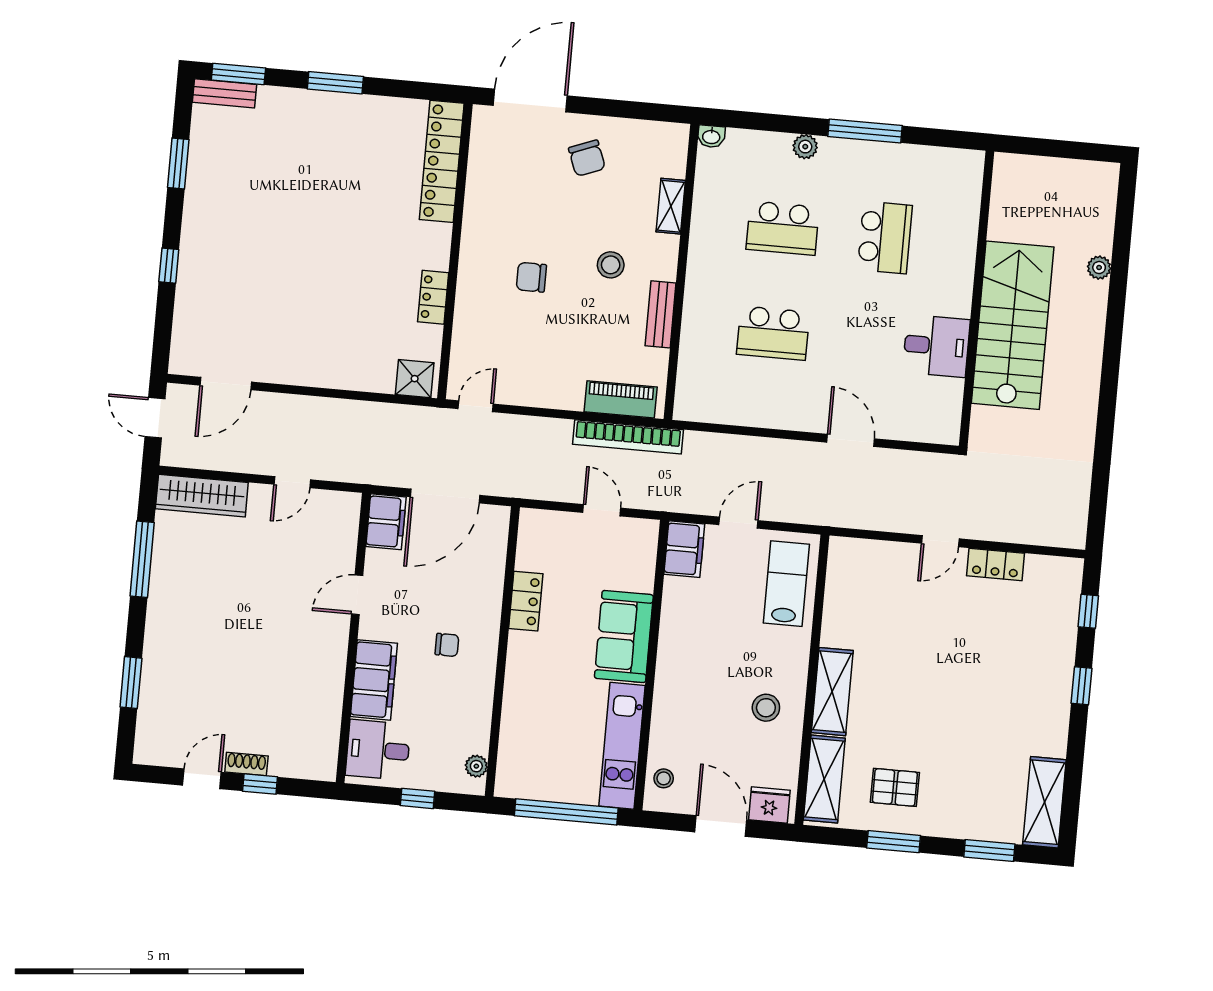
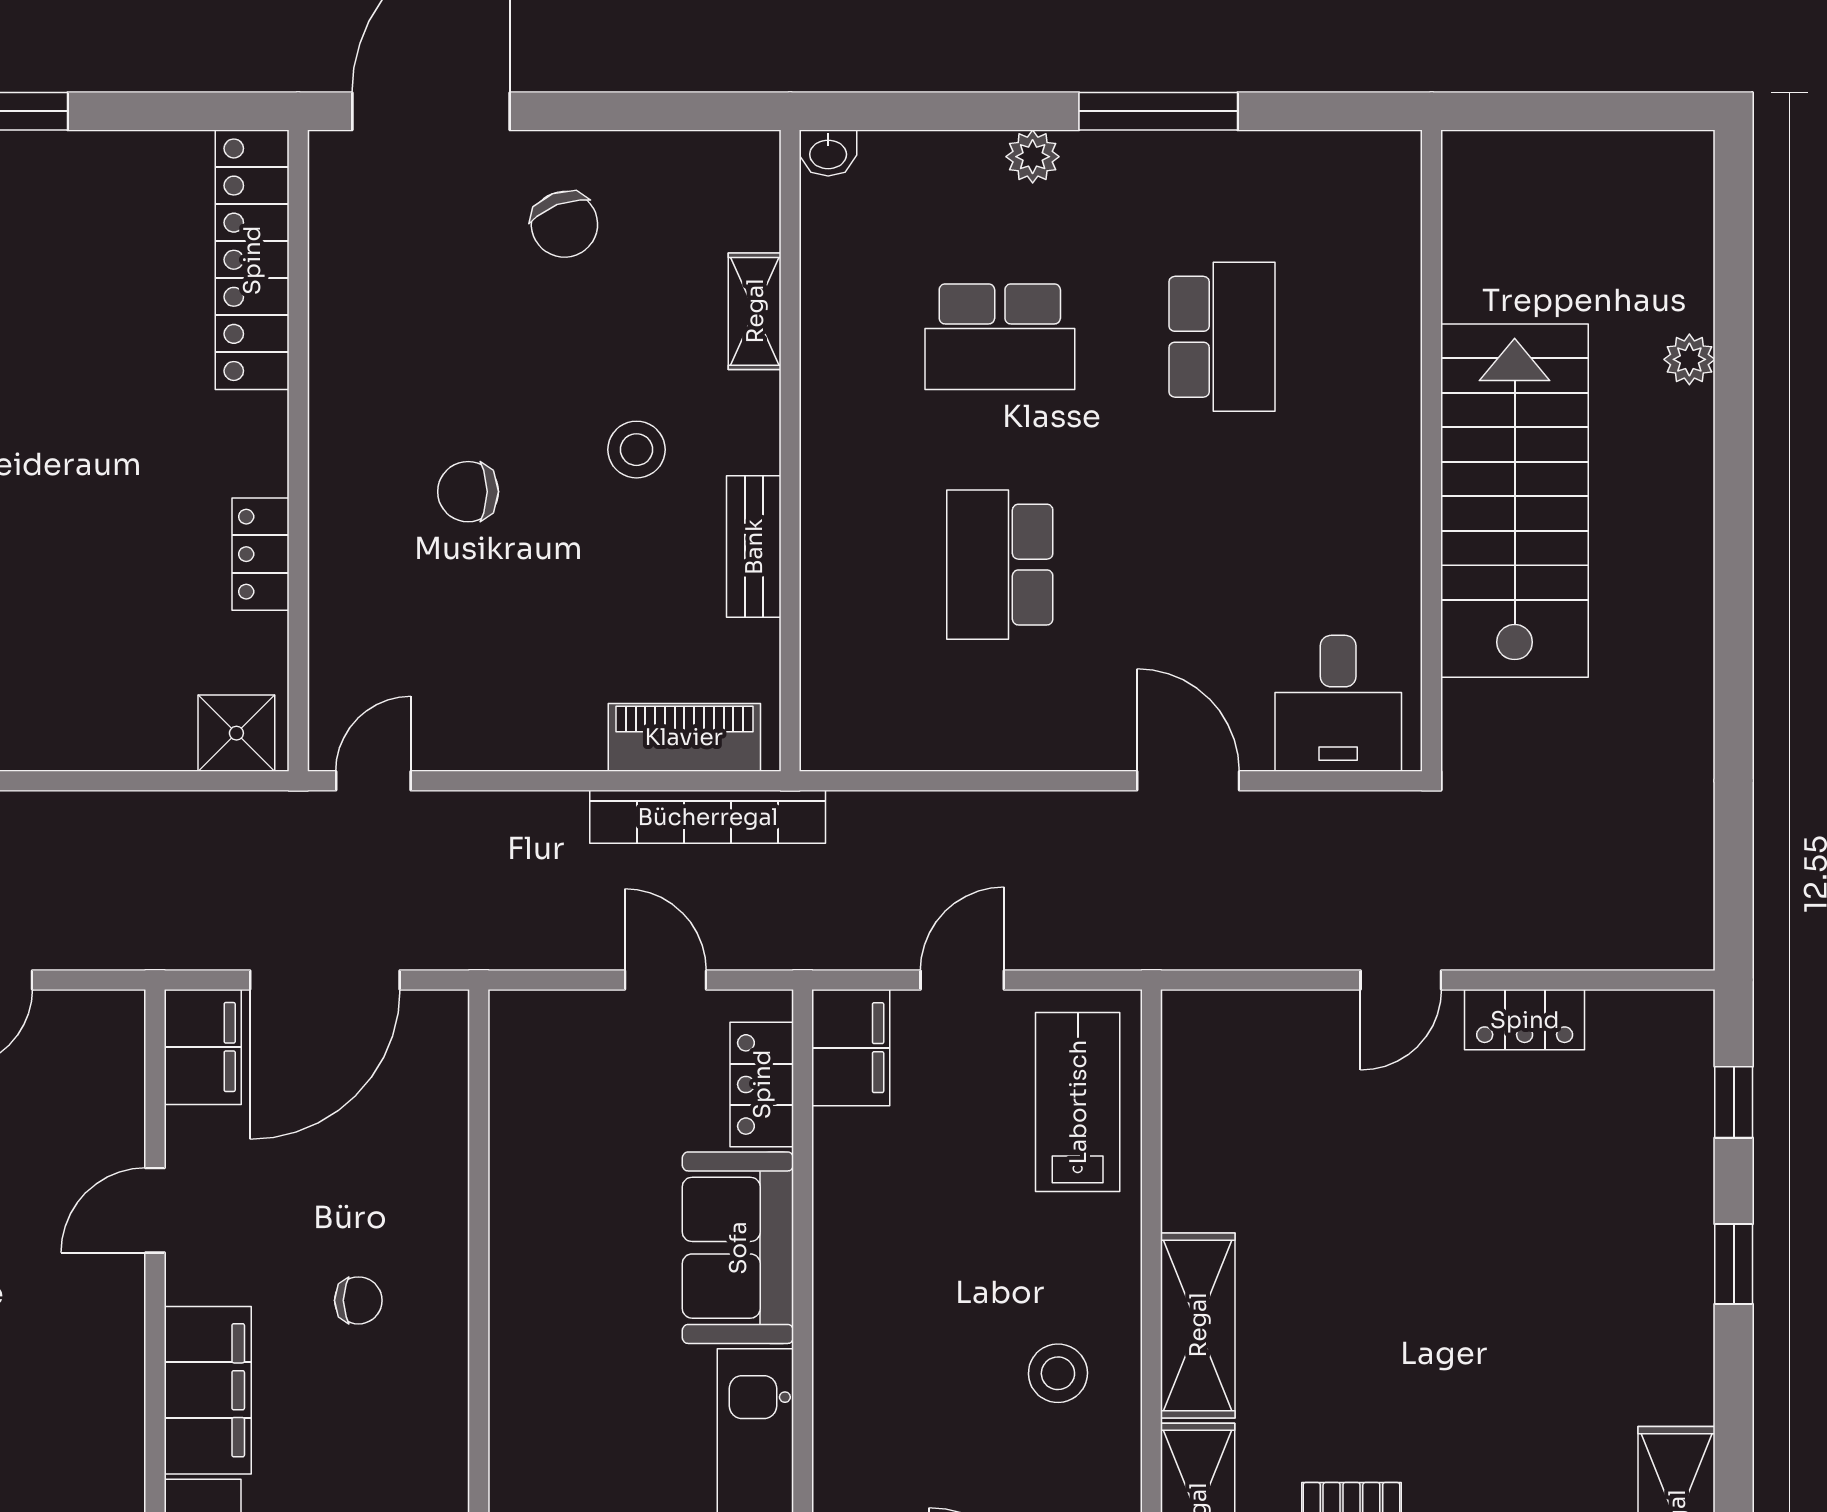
school desk: (773, 333) -> (1000, 565), turned 90
desk: (936, 346) -> (1338, 703), moved, turned 90
locker: (526, 601) -> (762, 1084), moved, turned 180

